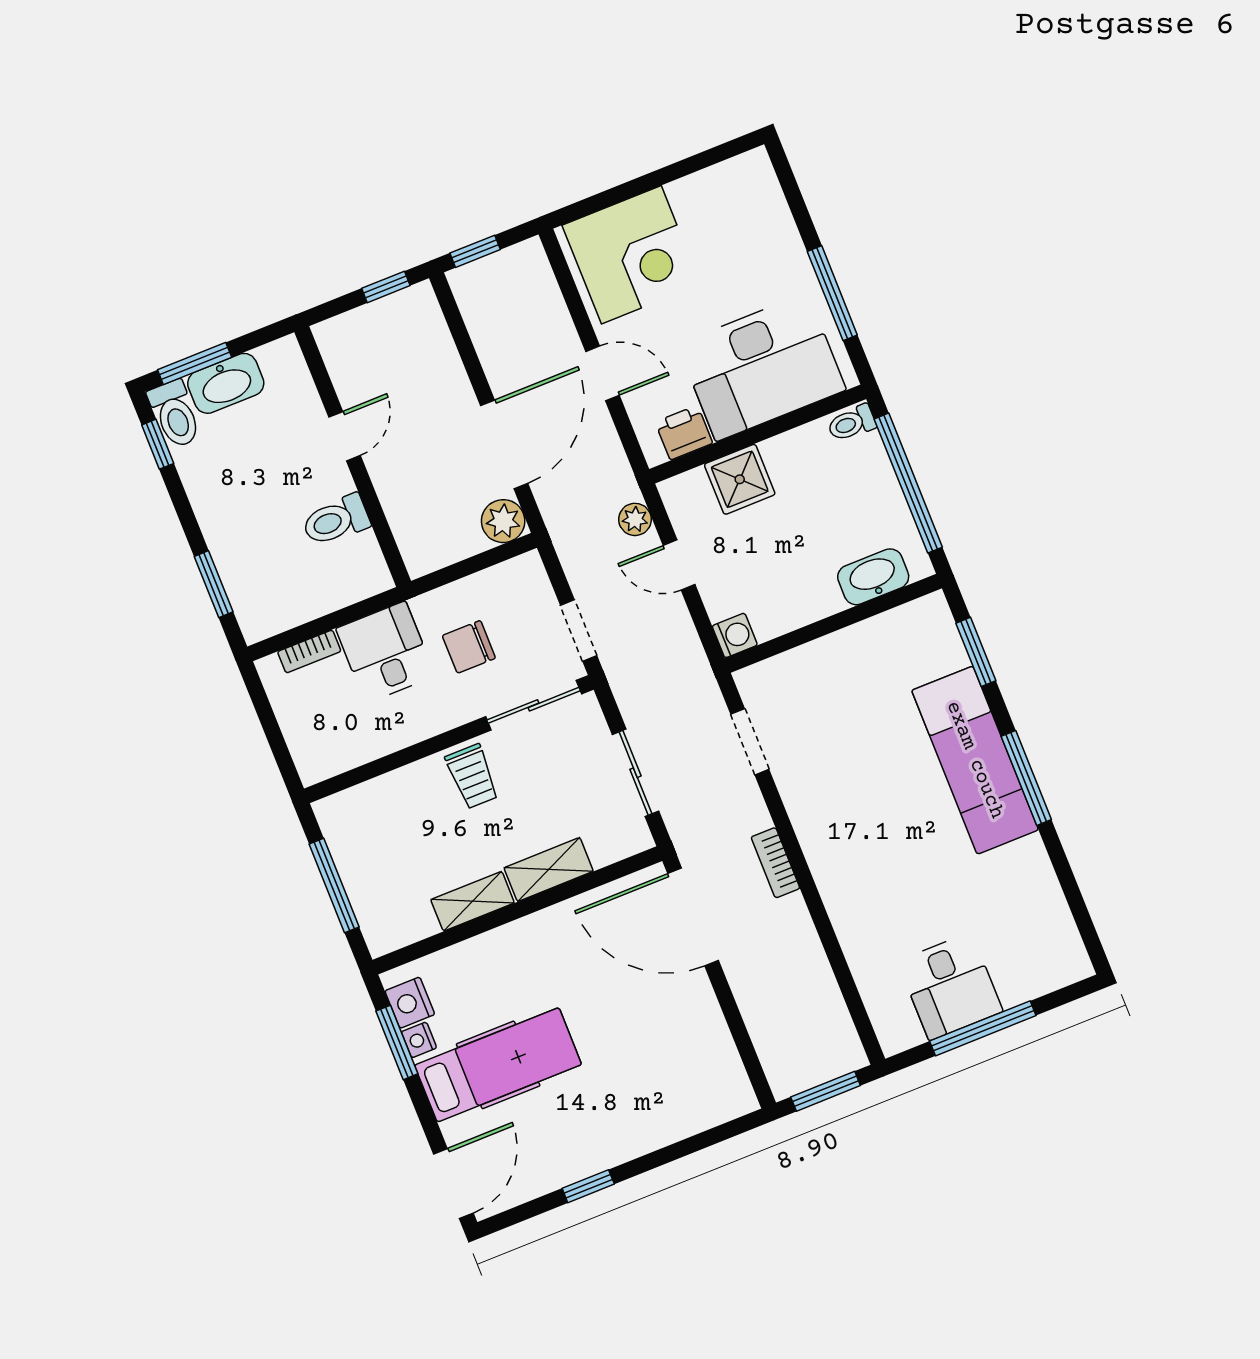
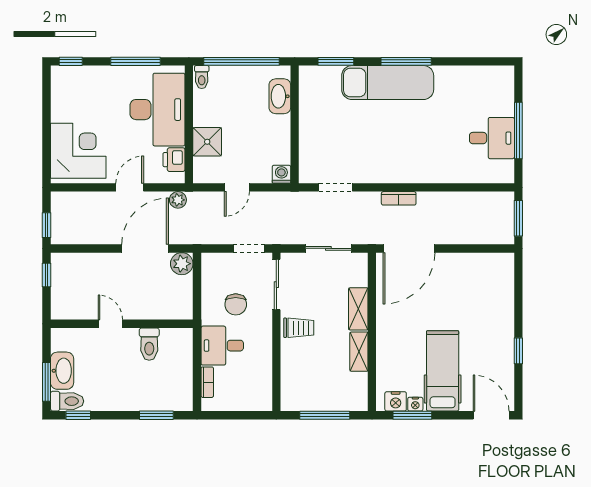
window: (786, 177) -> (71, 61), added
door: (504, 444) -> (145, 248), hinge flipped
plant: (635, 519) -> (178, 200), moved

